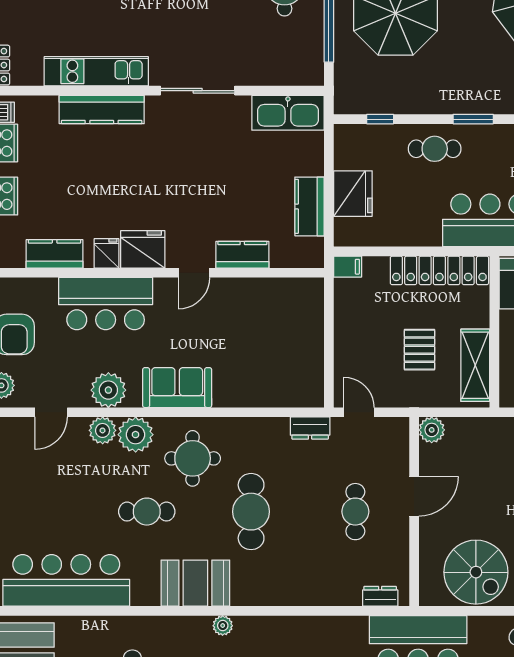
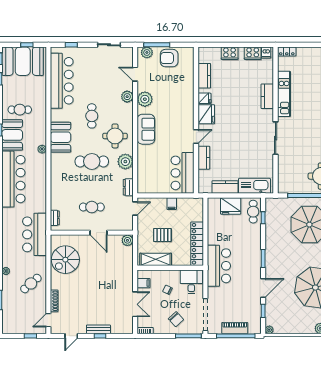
kitchen counter: (102, 110) -> (267, 96), width x0.67
kitchen sink: (288, 113) -> (254, 186), moved, turned 90
cafe table: (435, 149) -> (253, 212), moved
filing cabinet: (348, 267) -> (172, 204), moved
door: (194, 273) -> (196, 137), swing flipped
bar counter: (106, 304) -> (183, 173), moved
plant: (136, 435) -> (125, 162), moved

